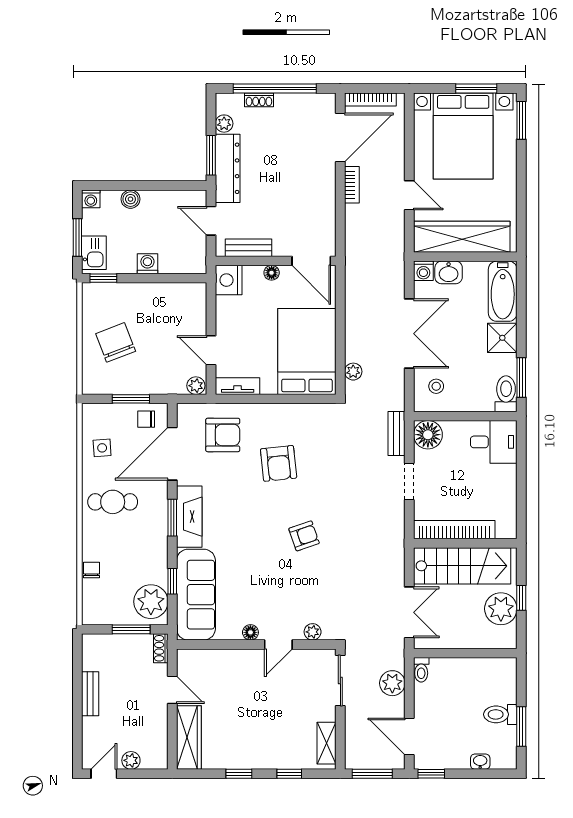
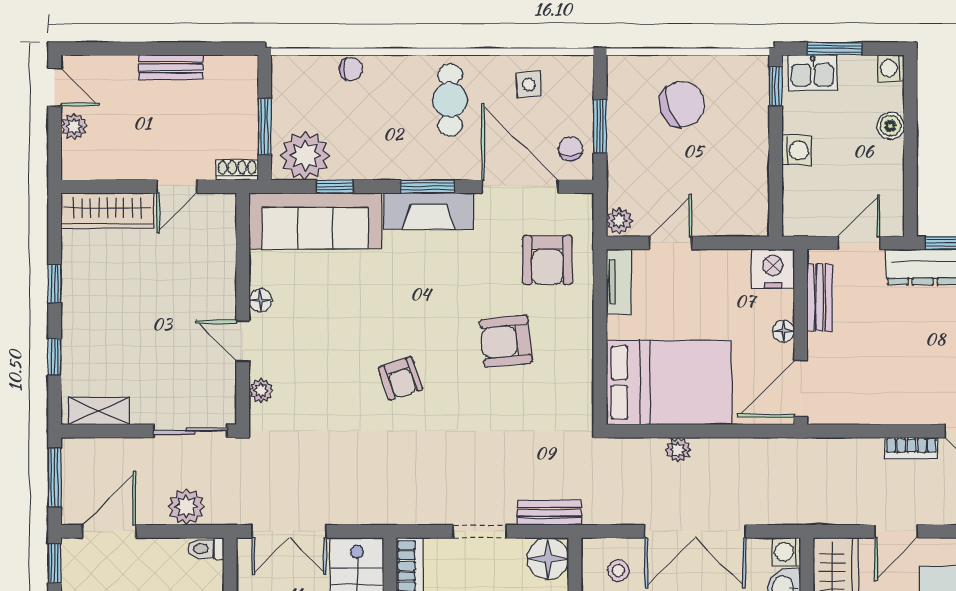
plant: (353, 372) -> (678, 450), moved

